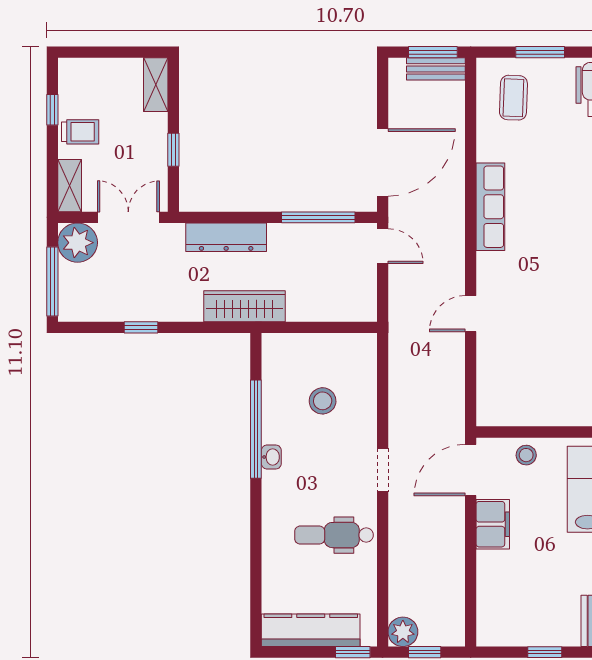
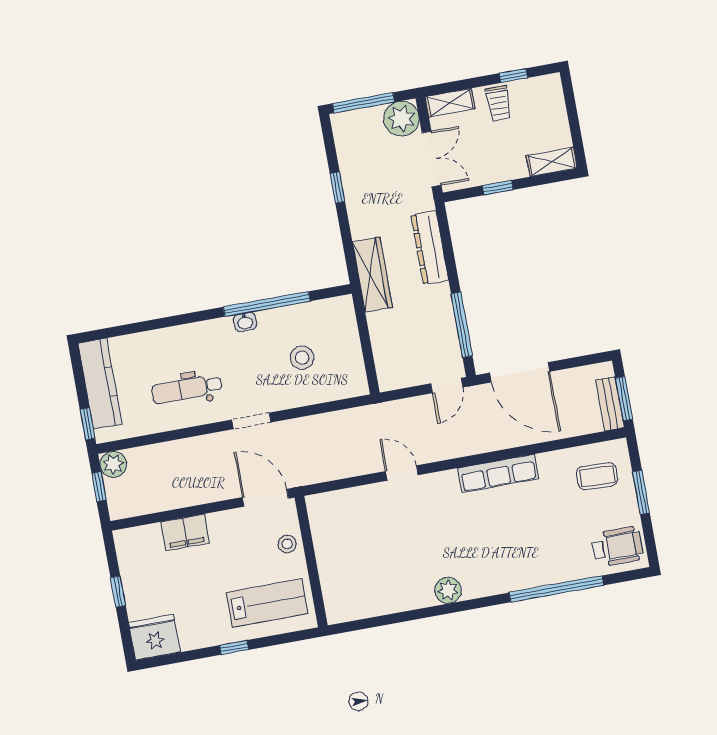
filing cabinet: (493, 524) -> (185, 532), moved
dental chair: (334, 535) -> (187, 389), turned -90

